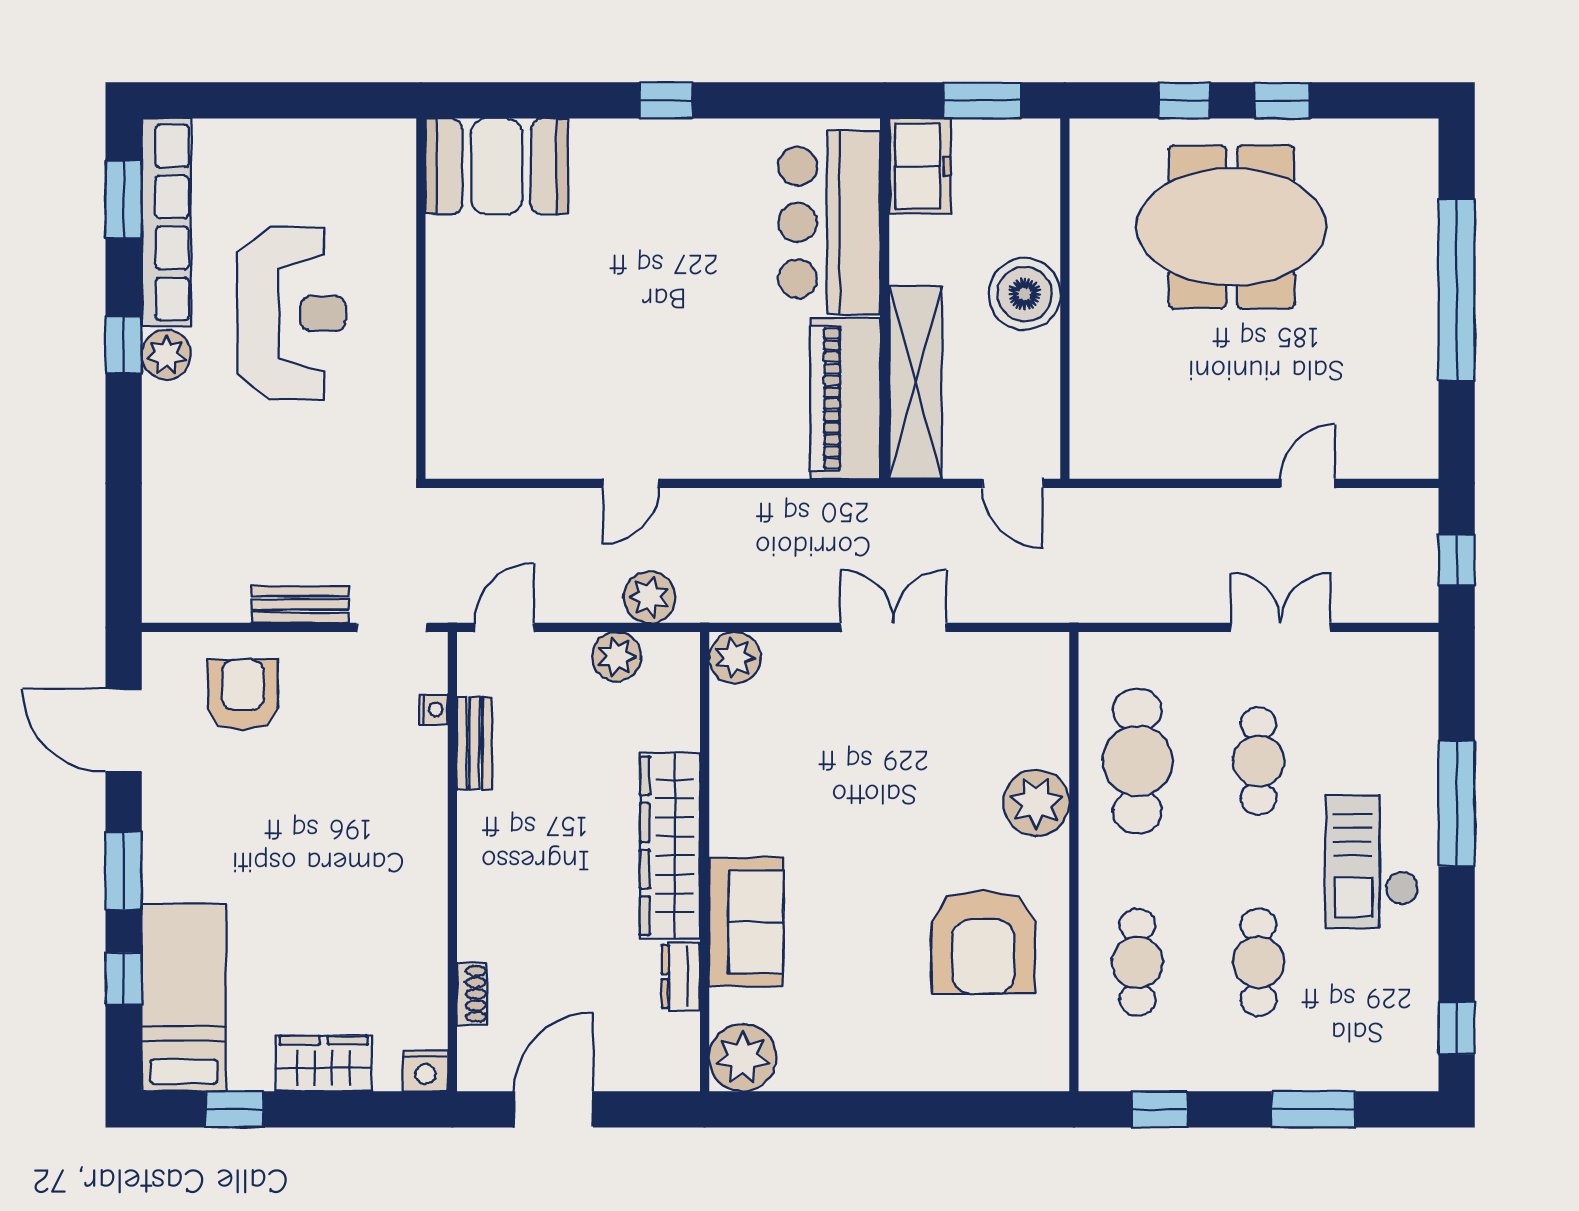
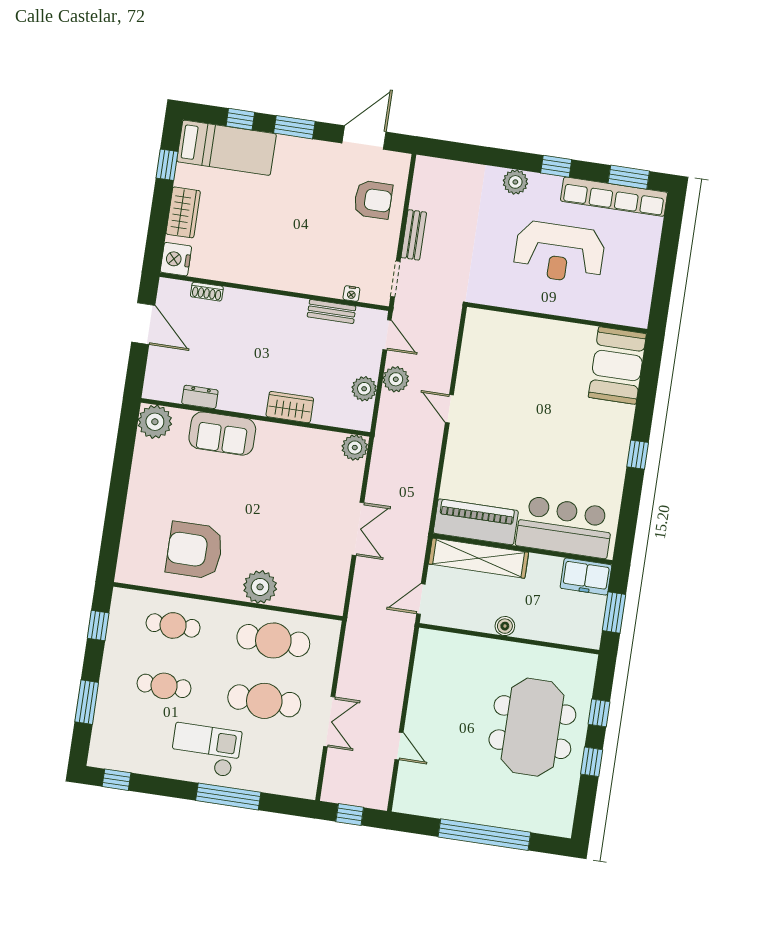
boiler: (1025, 294) -> (505, 626), width x0.54, depth x0.54
plant: (166, 355) -> (515, 182), moved
plant: (650, 597) -> (396, 379), moved
cafe table: (1259, 761) -> (264, 701), width x1.37, depth x1.35
wardrobe: (670, 846) -> (290, 407), width x0.48, depth x0.85
nightstand: (425, 1071) -> (176, 259), width x1.36, depth x1.33

